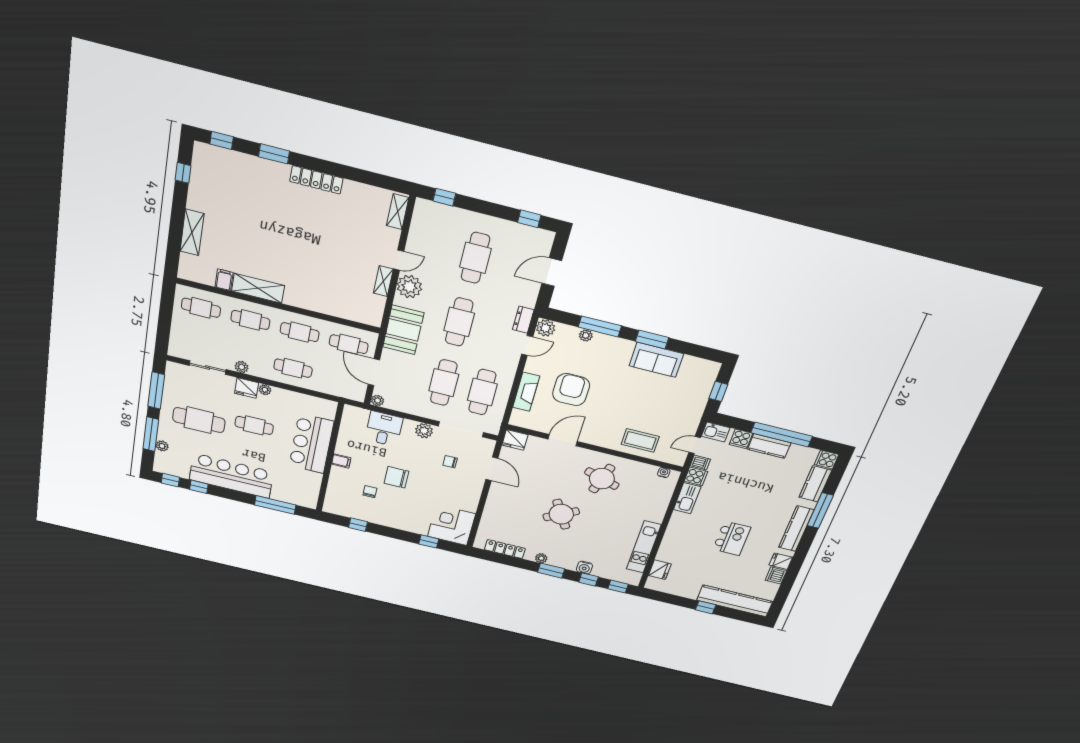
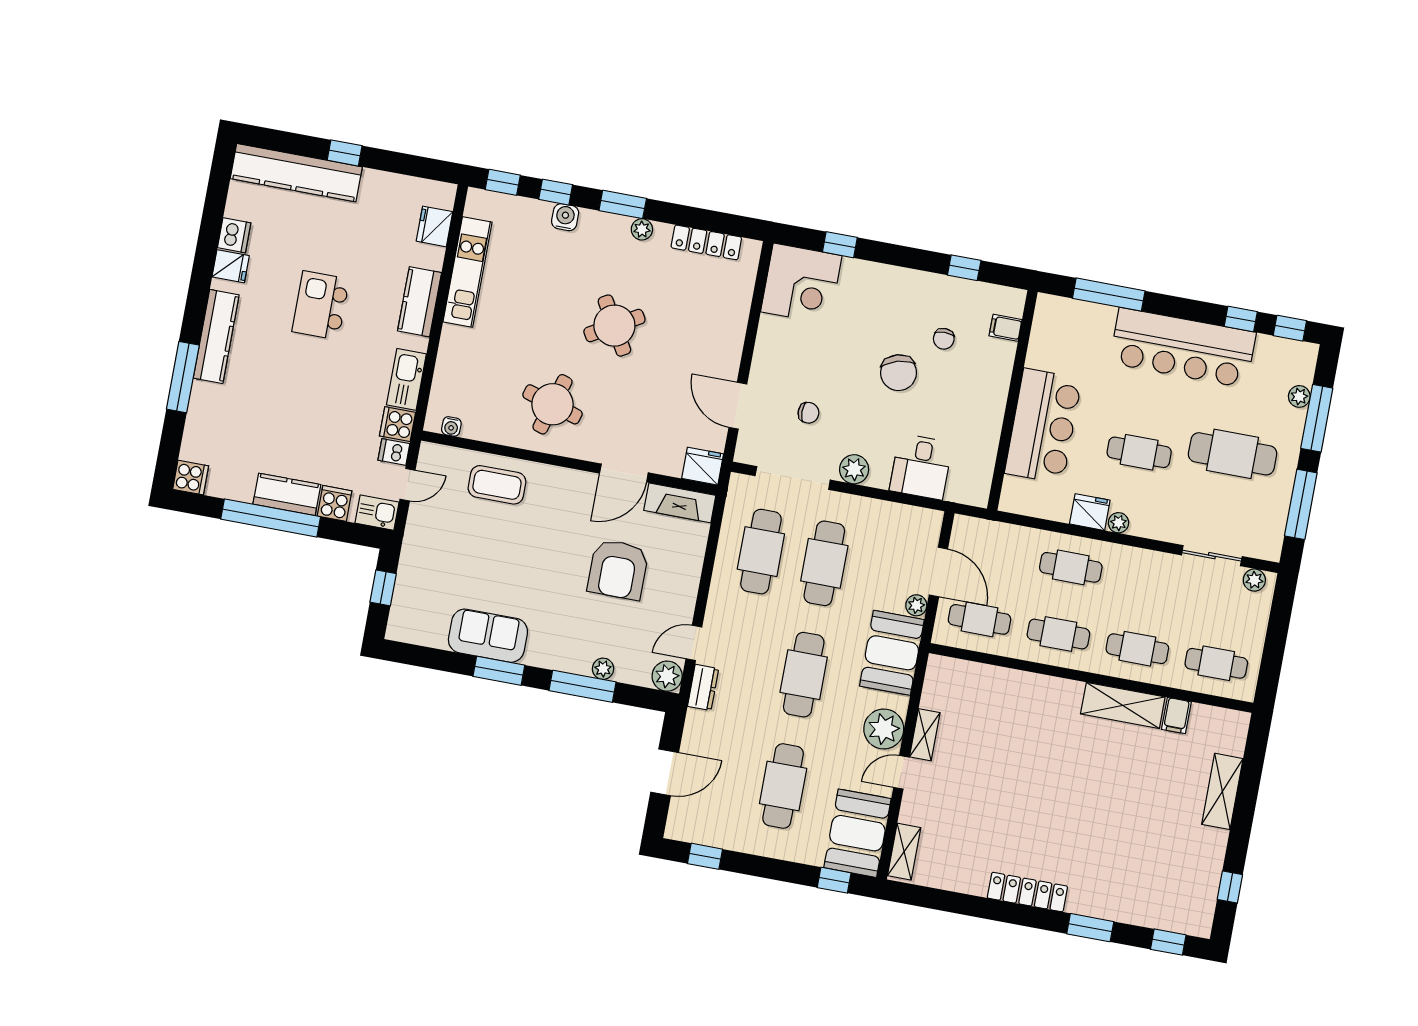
booth: (428, 225) -> (857, 833), added
plant: (242, 367) -> (1254, 580), moved
fridge: (246, 388) -> (1090, 512), moved
fireplace: (526, 392) -> (680, 503), moved, turned -90
plant: (377, 400) -> (916, 605), moved
filing cabinet: (341, 461) -> (1006, 328), moved
chair: (396, 477) -> (899, 373), turned 74
kitchen counter: (815, 484) -> (420, 302), moved, turned 180

